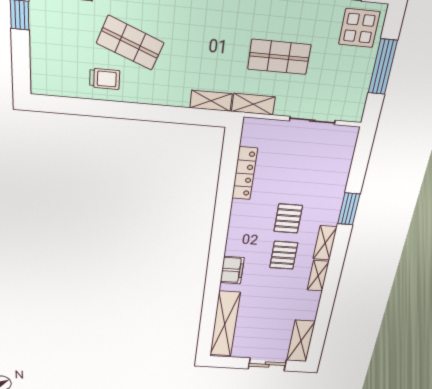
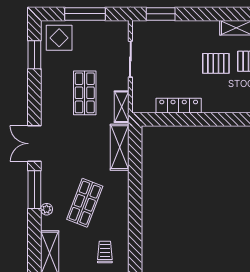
trolley: (105, 79) -> (105, 252), moved
shelving: (211, 101) -> (120, 147), width x1.50, depth x1.33
window: (349, 209) -> (161, 14), moved

